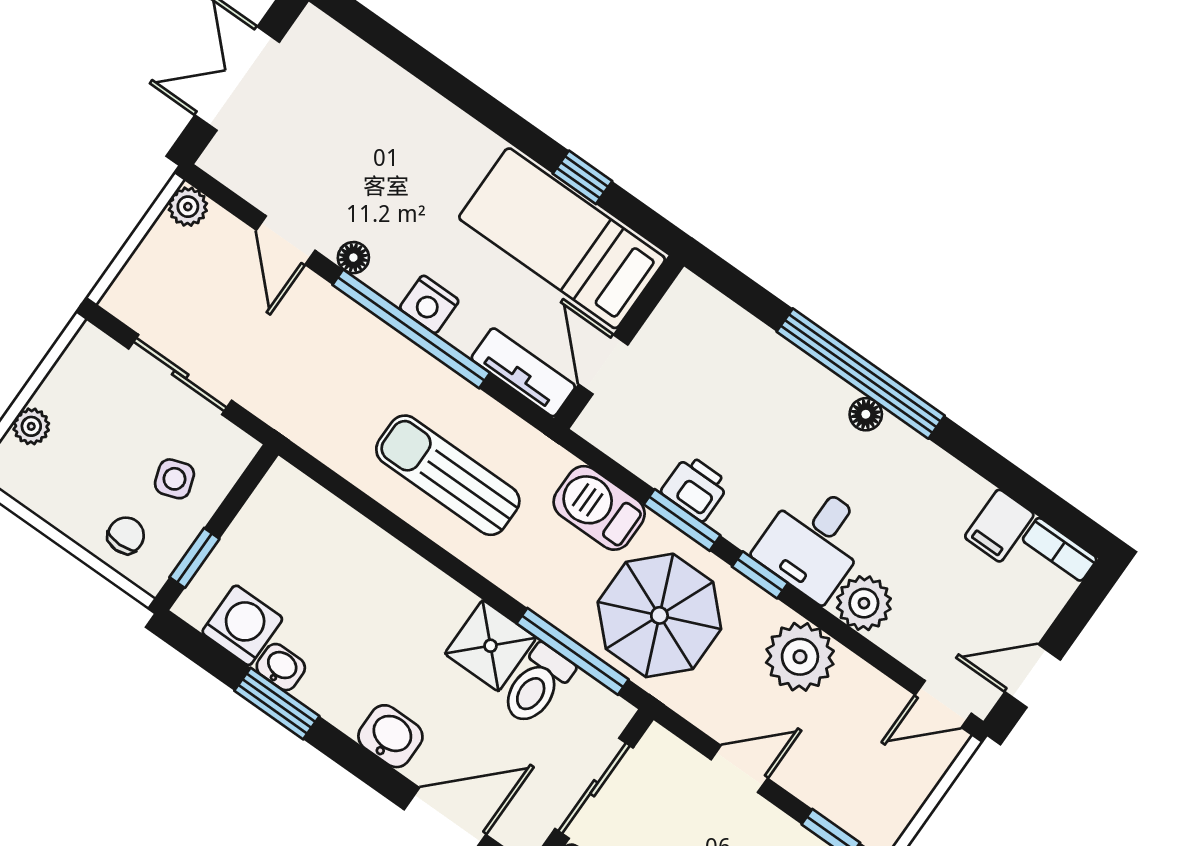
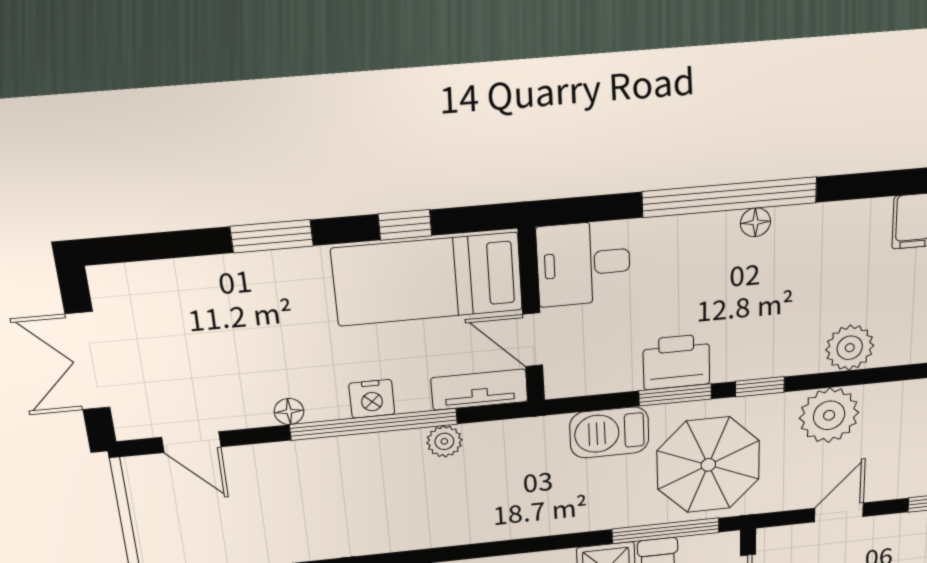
window: (472, 99) -> (272, 236), added
plant: (188, 207) -> (444, 441), moved
door: (286, 240) -> (191, 442), moved
sun lounger: (448, 475) -> (485, 494), removed
printer: (695, 488) -> (676, 362), width x1.36, depth x1.24
desk: (814, 542) -> (584, 264), moved, turned 90

